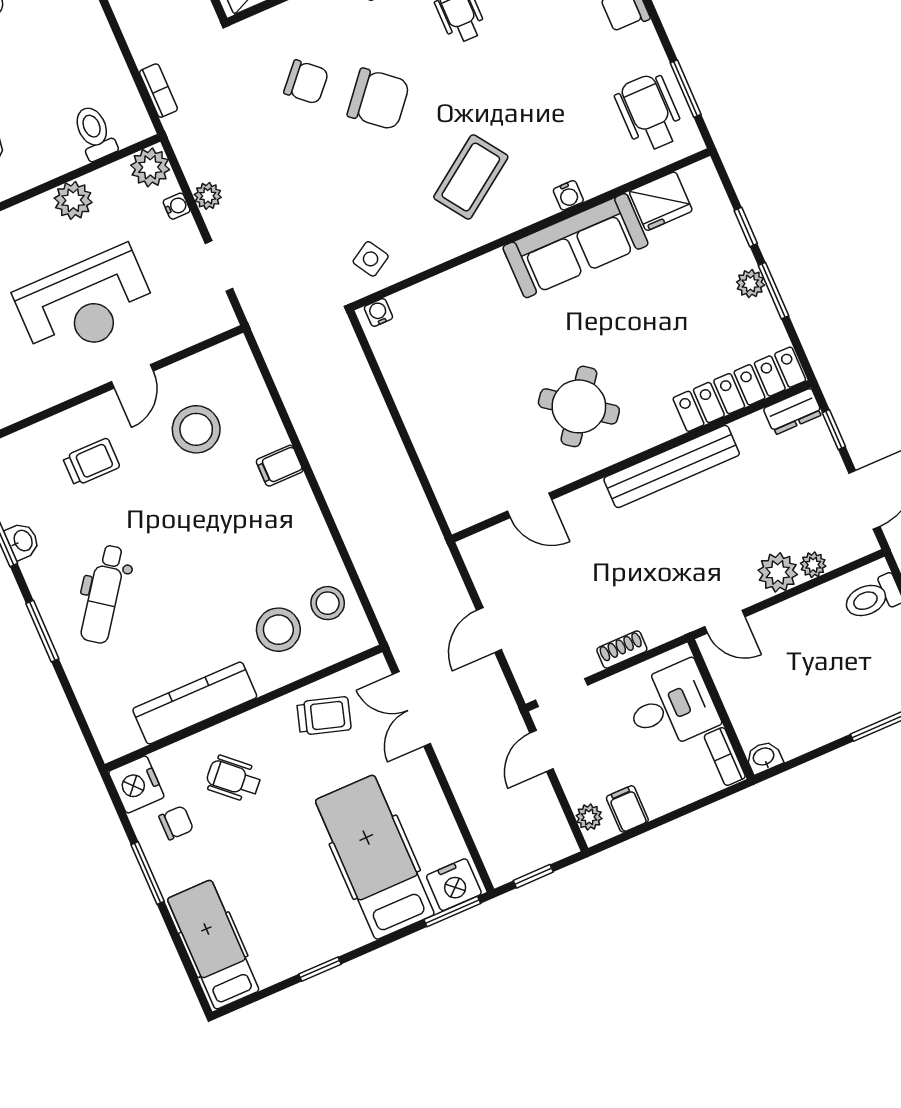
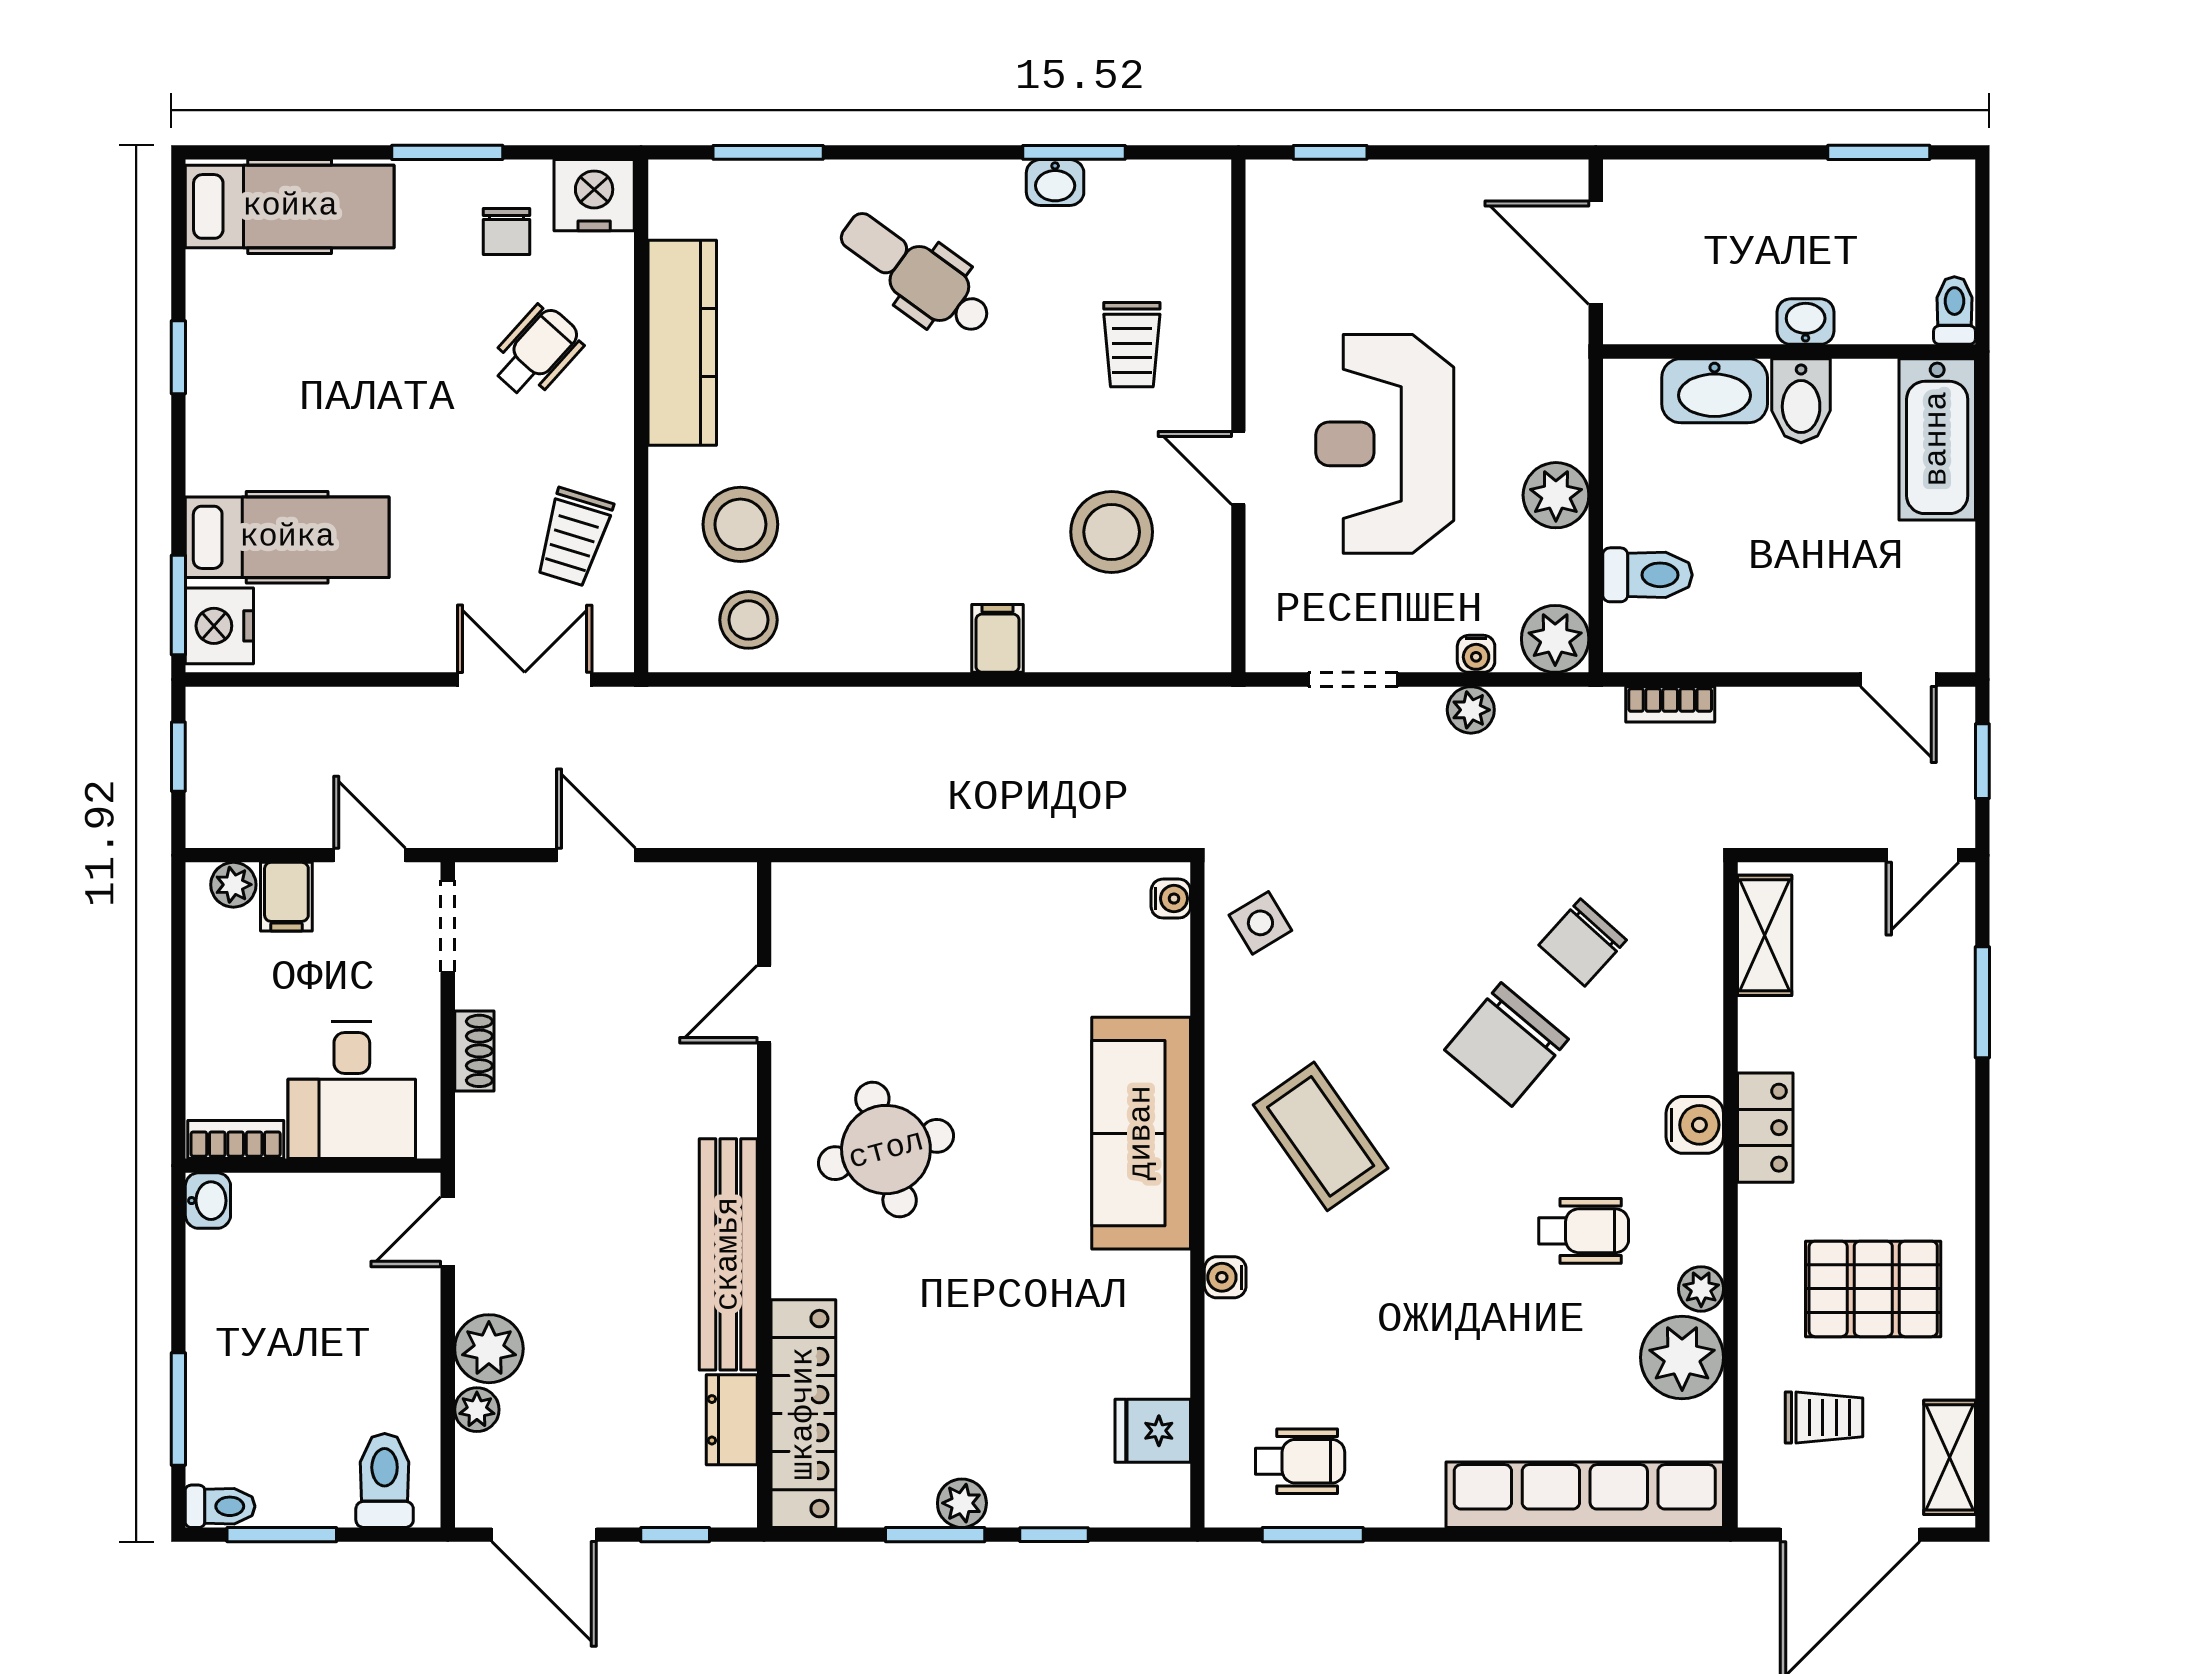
wheelchair: (649, 113) -> (1300, 1461), width x0.73, depth x0.73
fridge: (661, 201) -> (1153, 1431), width x0.72
sofa: (576, 246) -> (1141, 1133), moved
round table: (579, 406) -> (886, 1150), turned 38
dresser: (793, 412) -> (732, 1420), moved
window: (42, 631) -> (768, 152), moved
filing cabinet: (627, 809) -> (286, 897), moved, turned 90
hospital bed: (375, 857) -> (287, 537), width x0.73, depth x0.78

